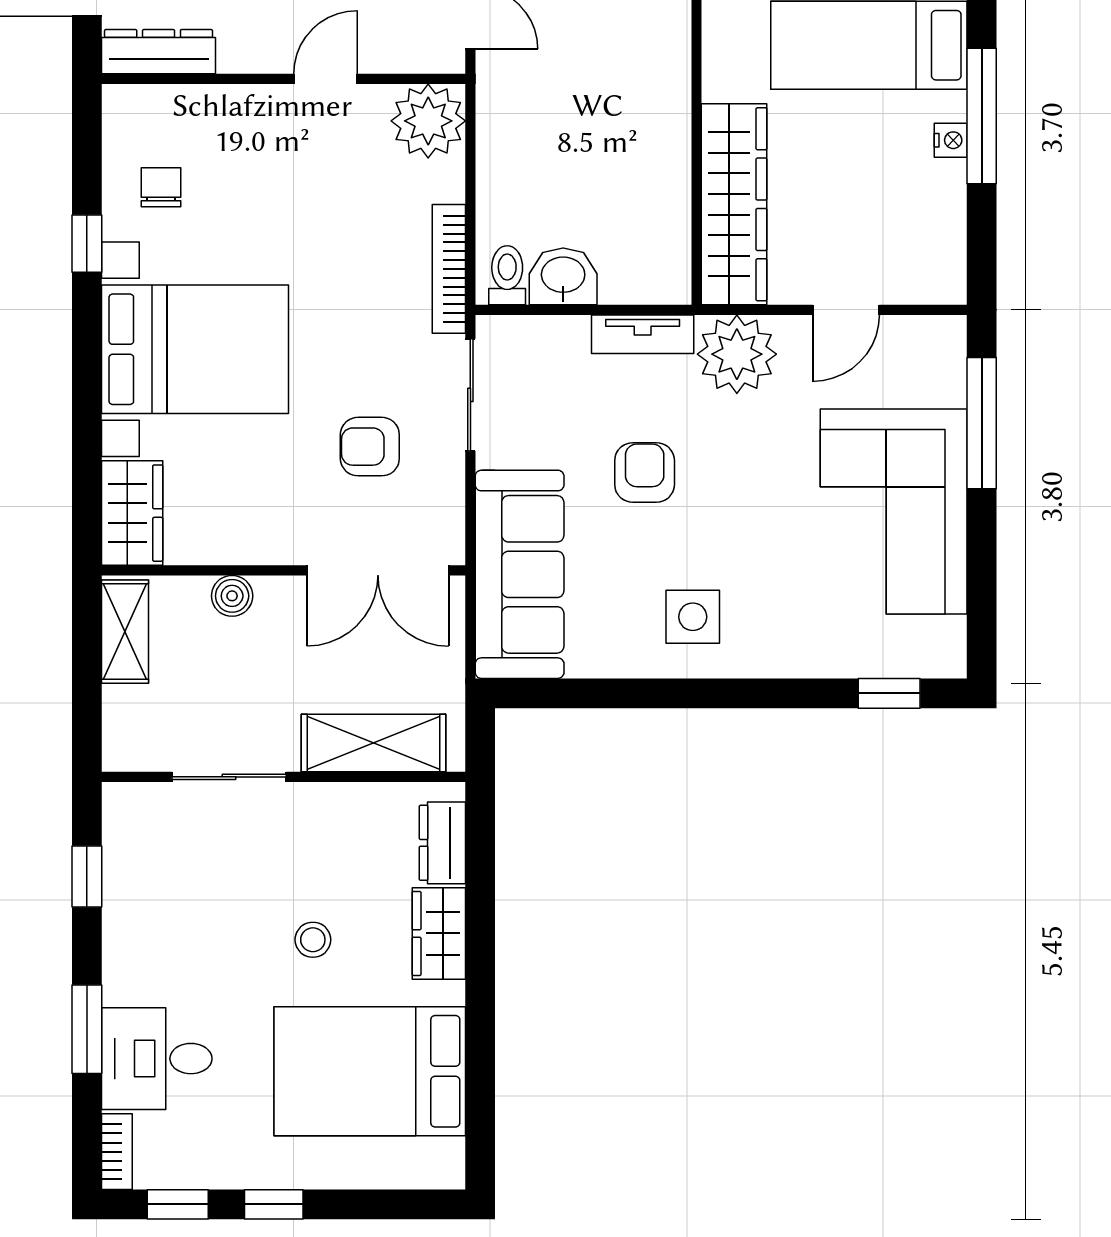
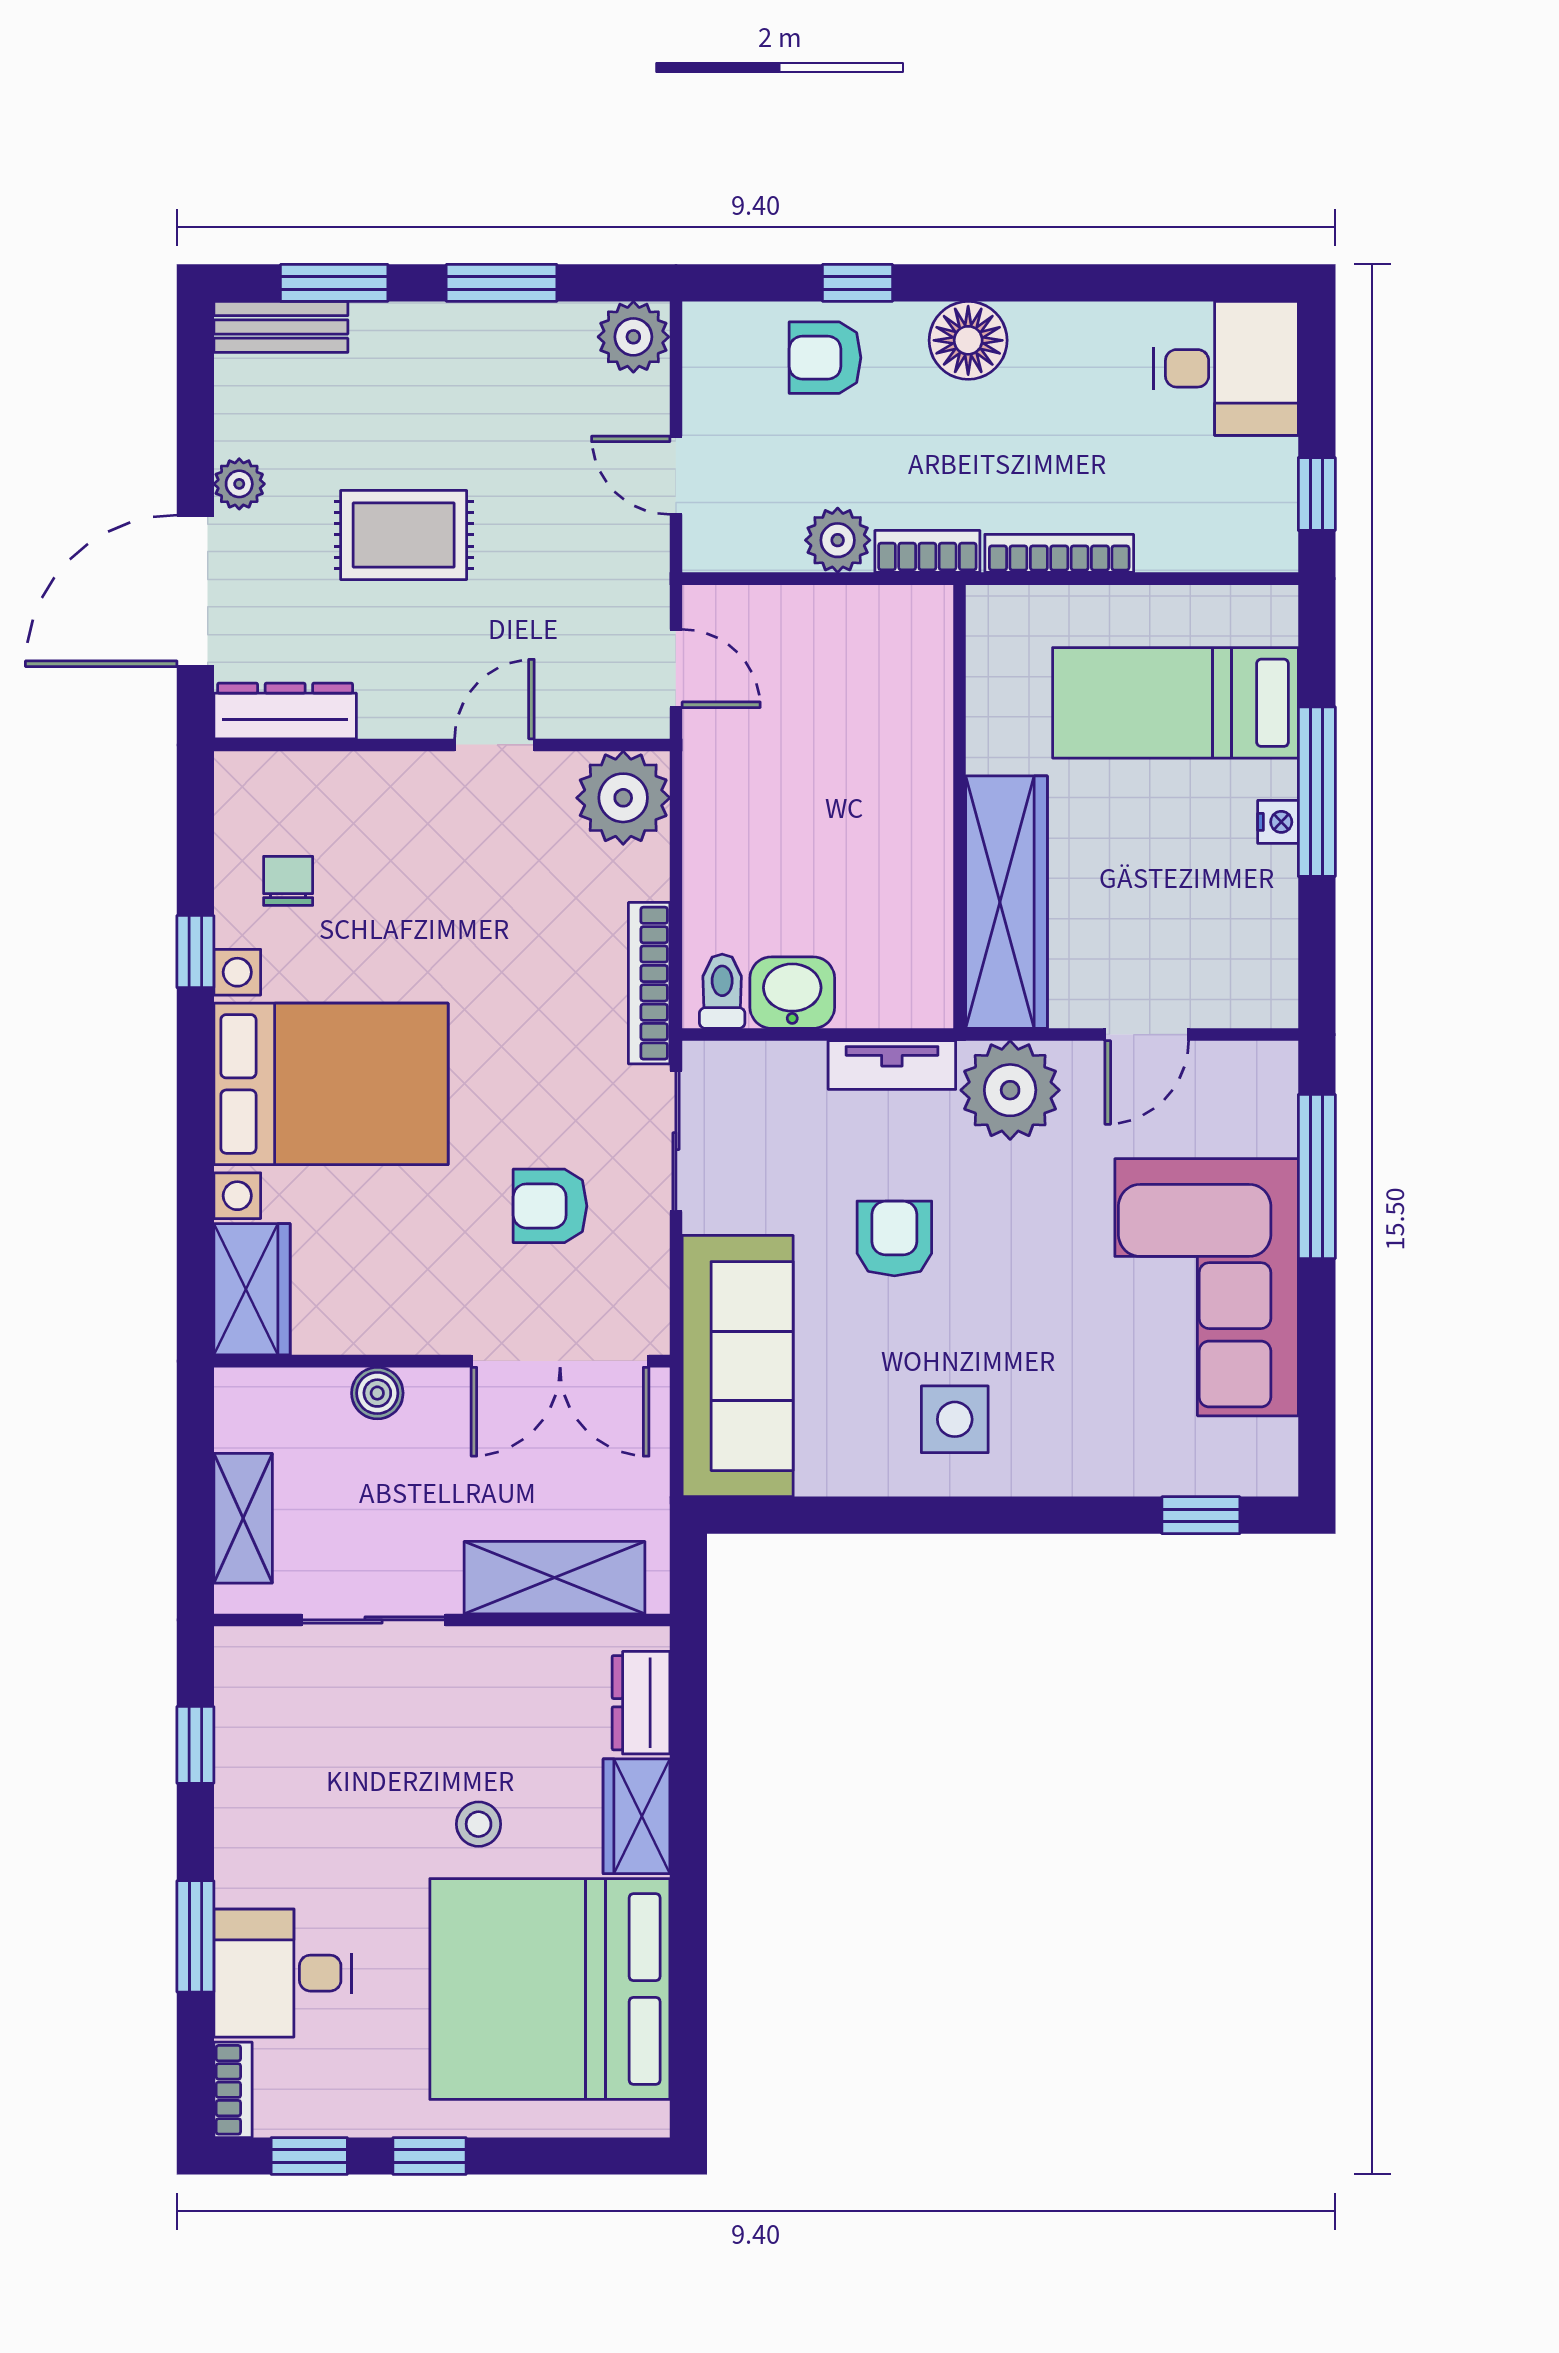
shelving: (125, 632) -> (243, 1518), moved
bed: (370, 1071) -> (550, 1989), width x1.36

